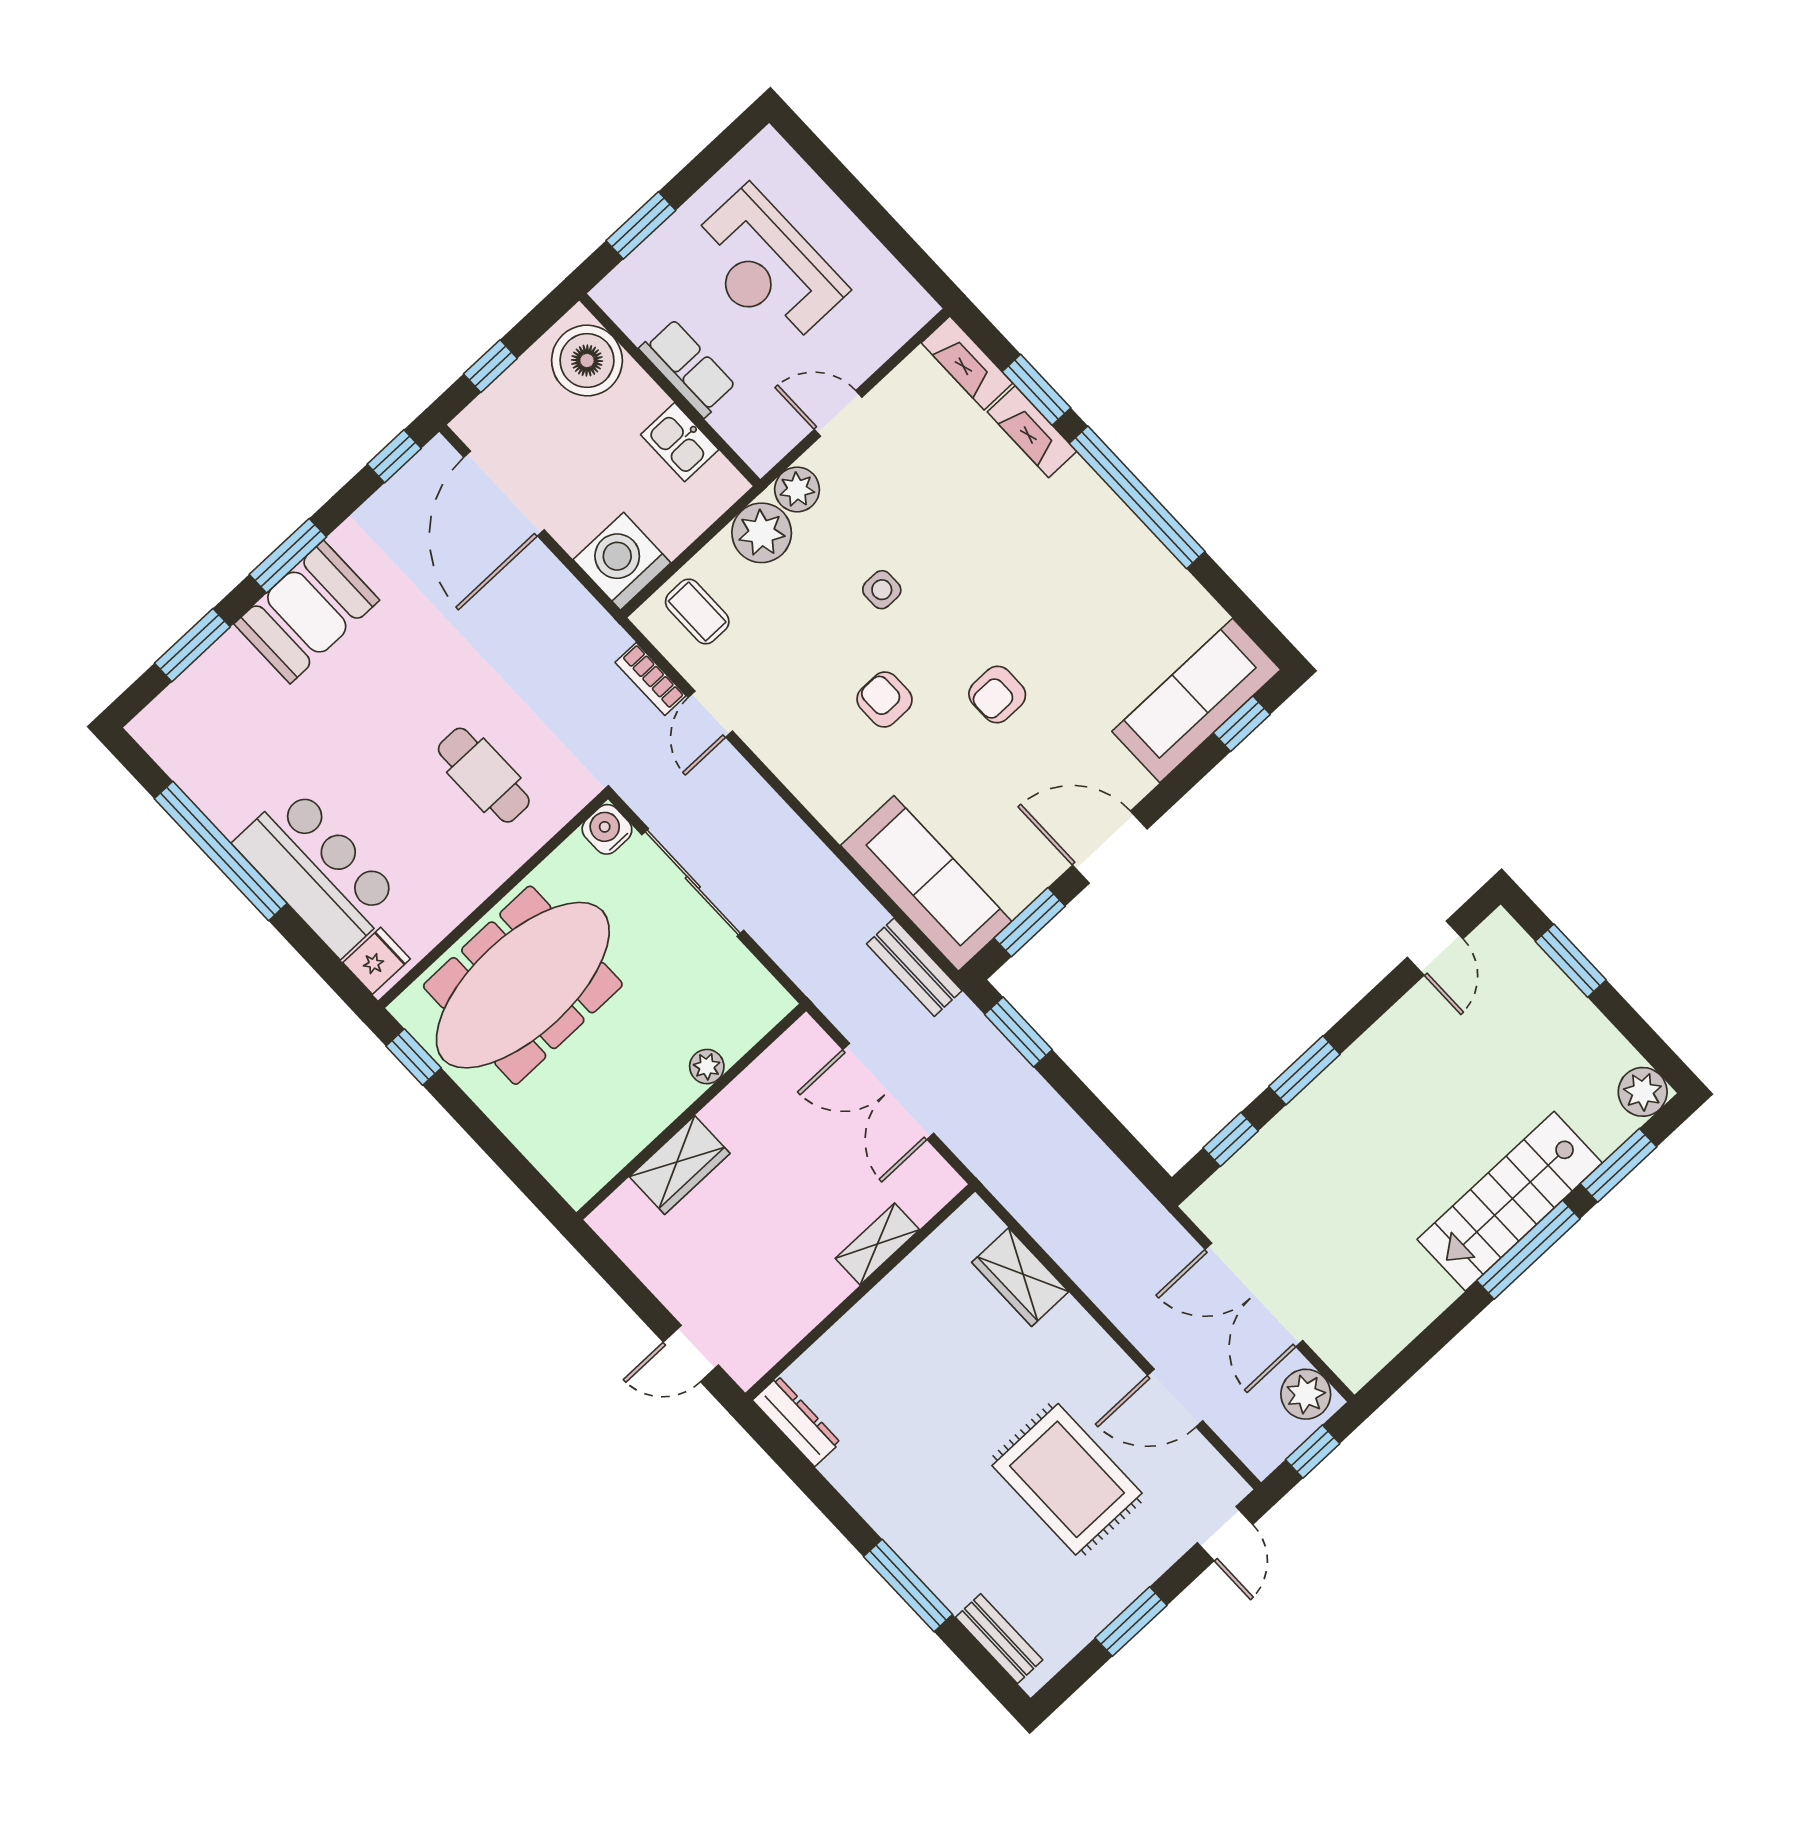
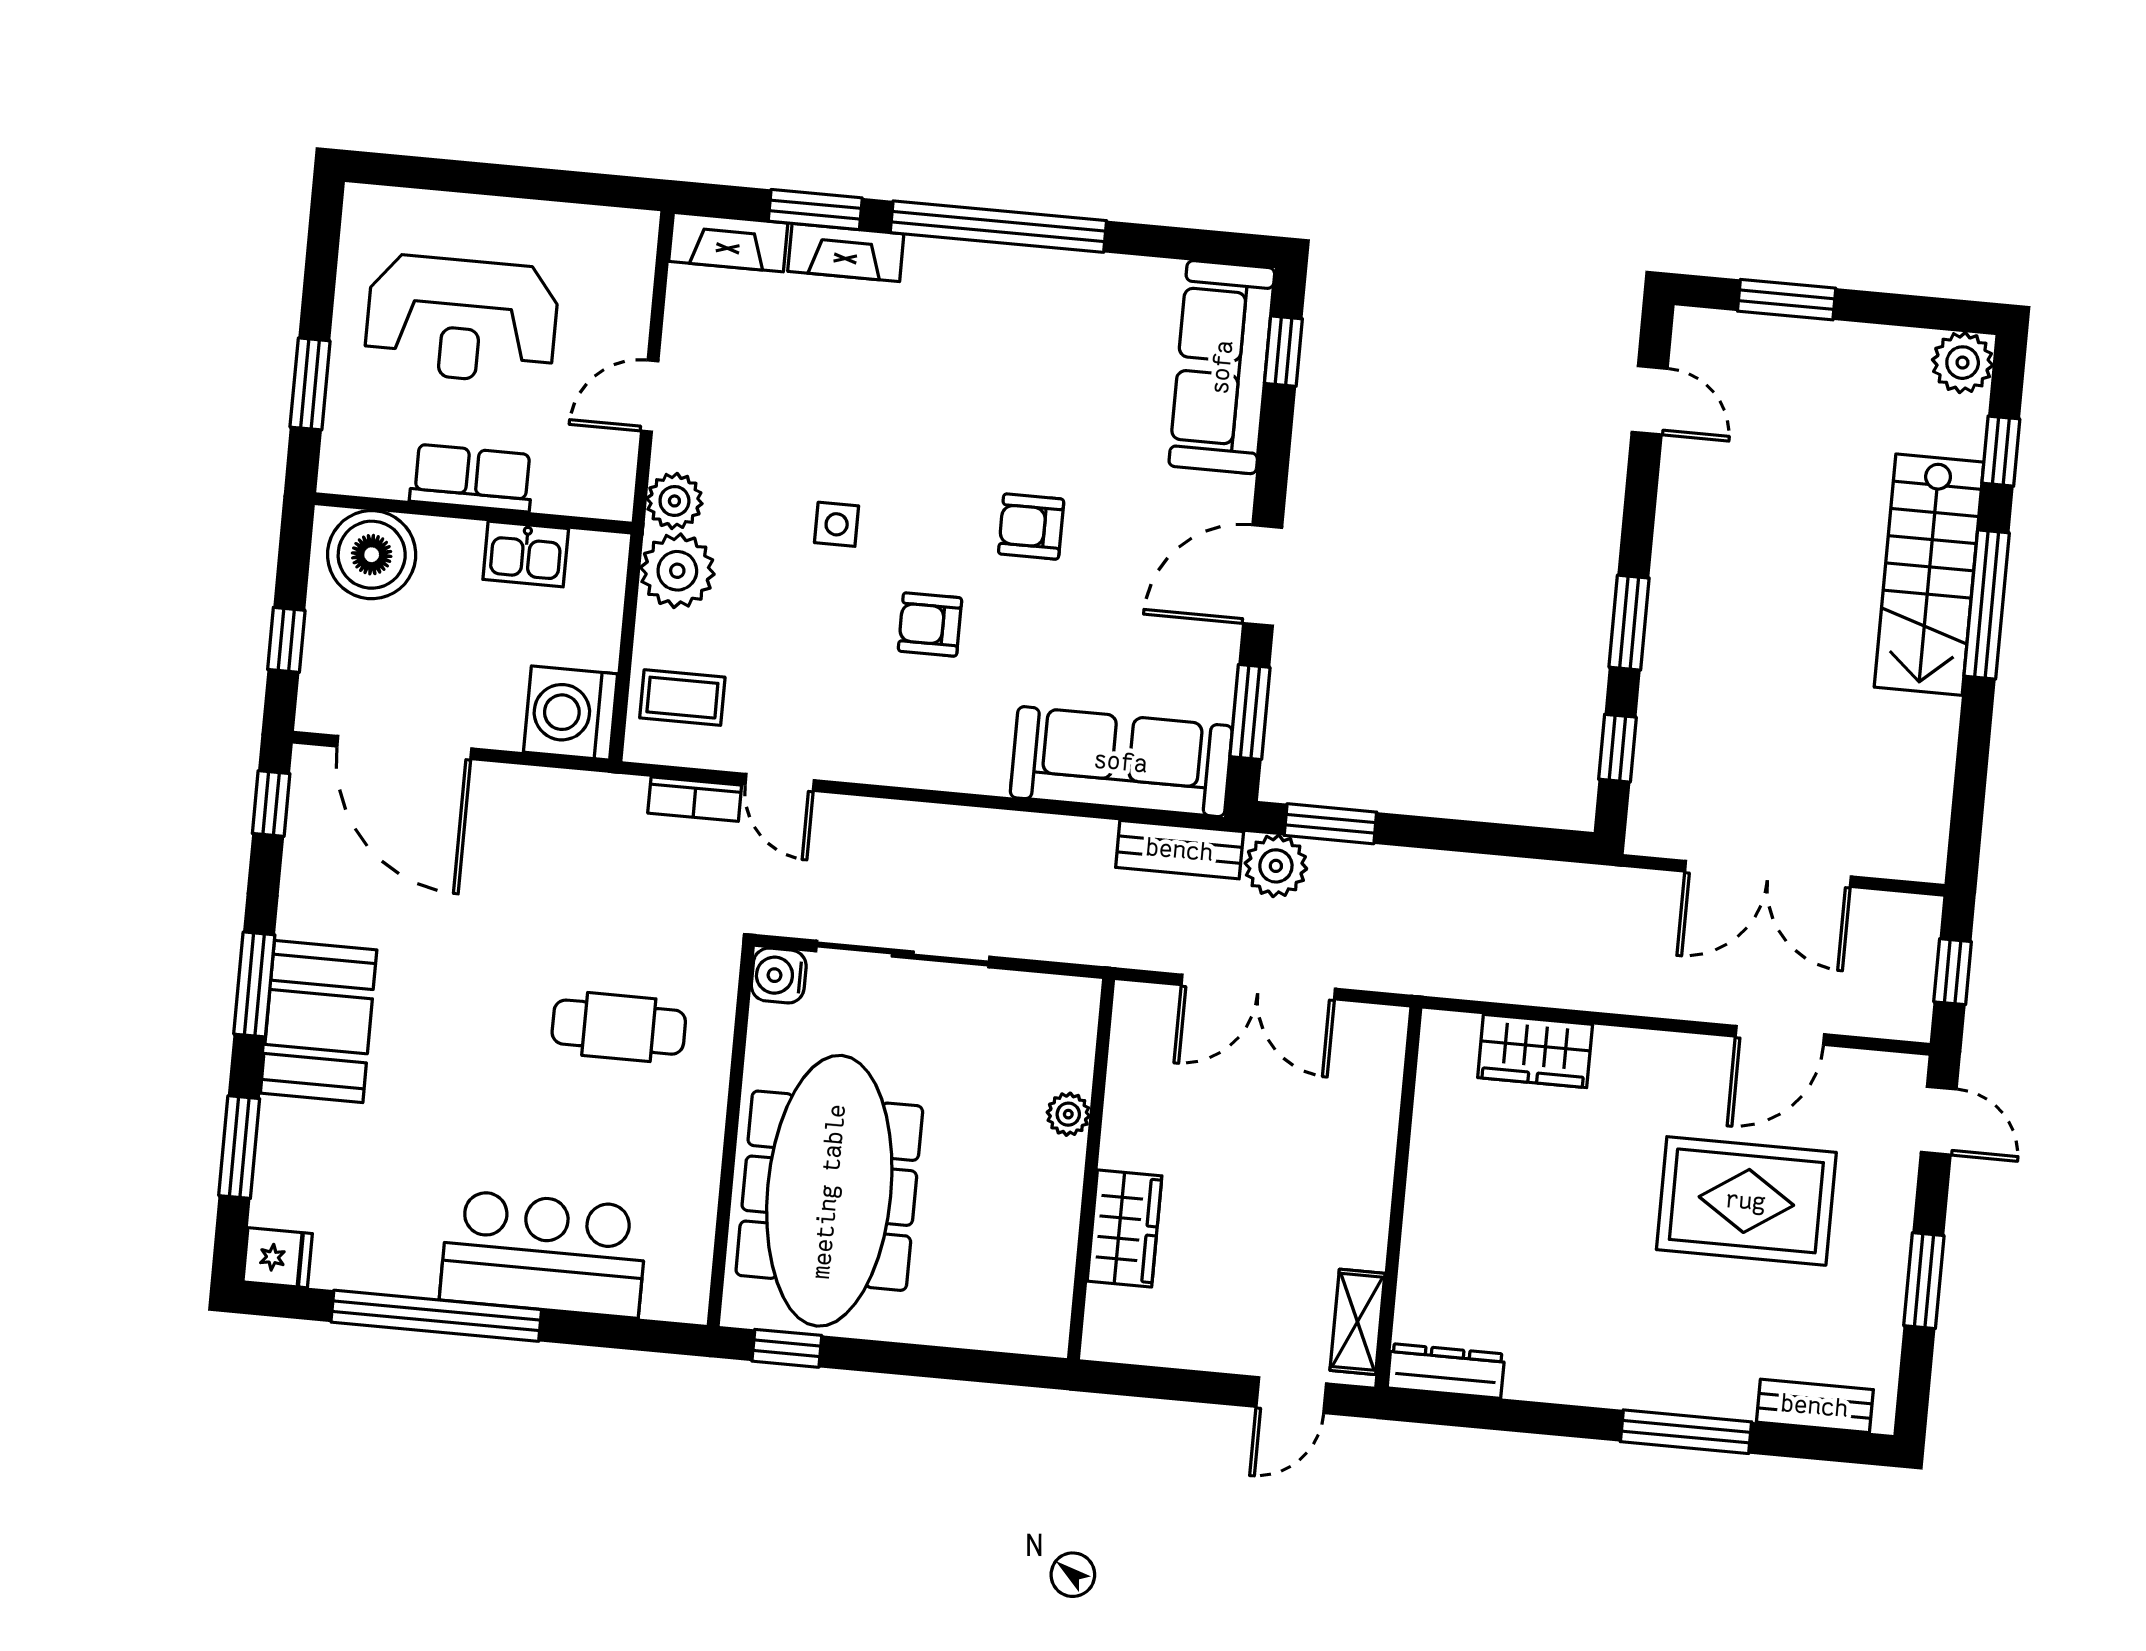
armchair: (997, 695) -> (1031, 527), turned 90
fridge: (377, 961) -> (278, 1258), moved, turned 90
window: (1619, 1165) -> (2001, 451), width x0.67
shelving: (877, 1244) -> (1357, 1322), moved
plant: (1306, 1394) -> (1276, 866), moved

